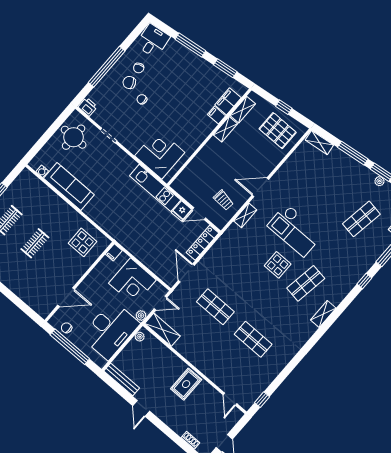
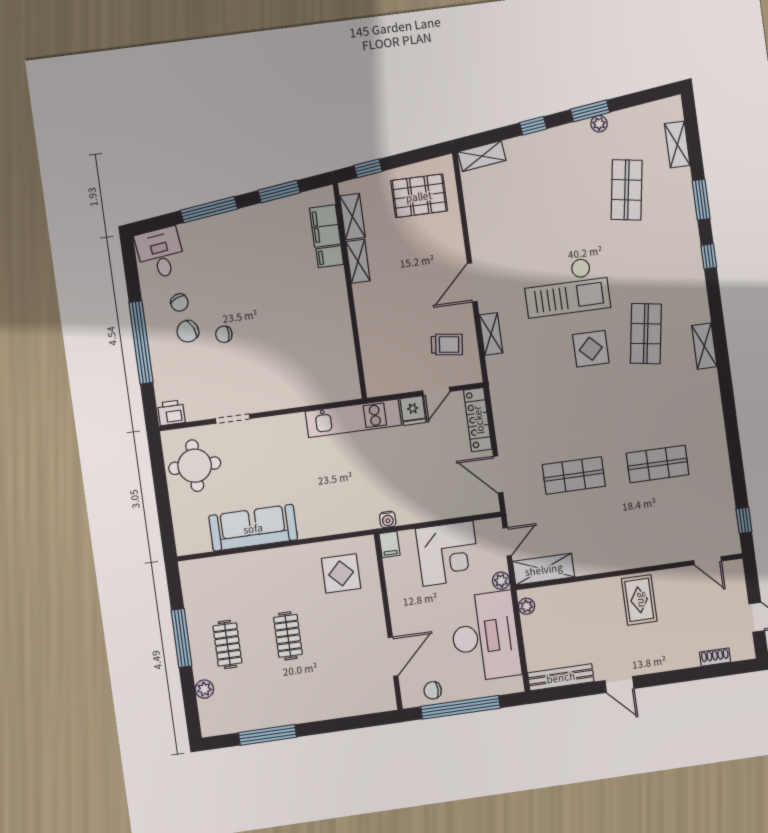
window: (284, 107) -> (368, 168), moved
window: (353, 153) -> (533, 126), width x0.46
corner desk: (160, 154) -> (315, 374), removed
water cooler: (42, 171) -> (388, 519), moved

